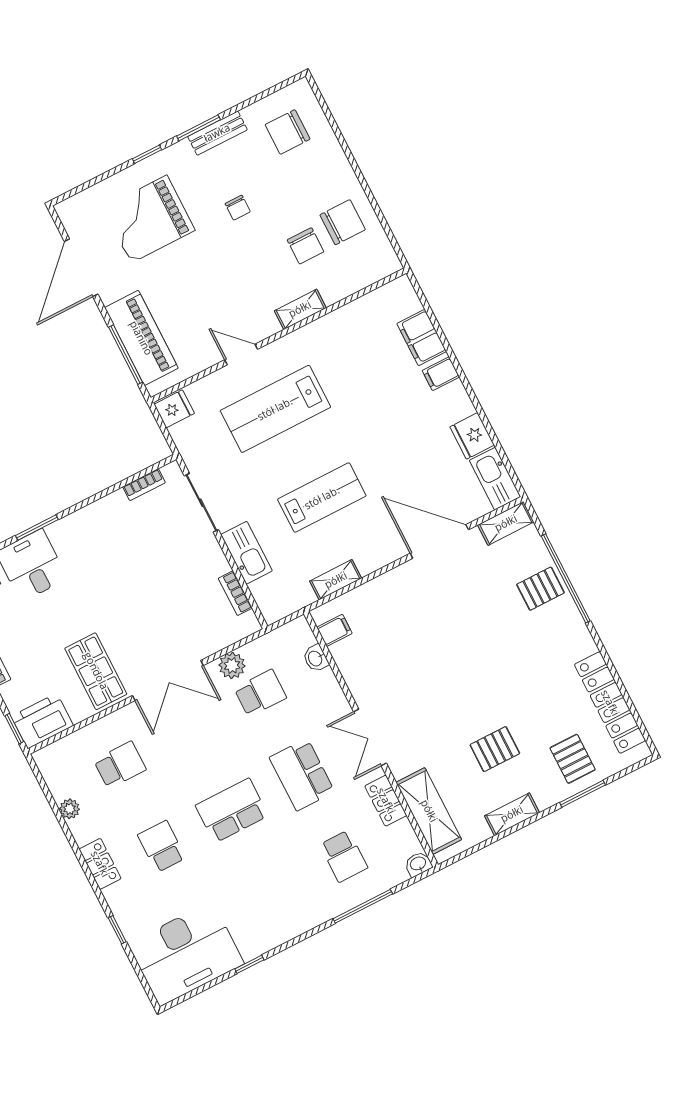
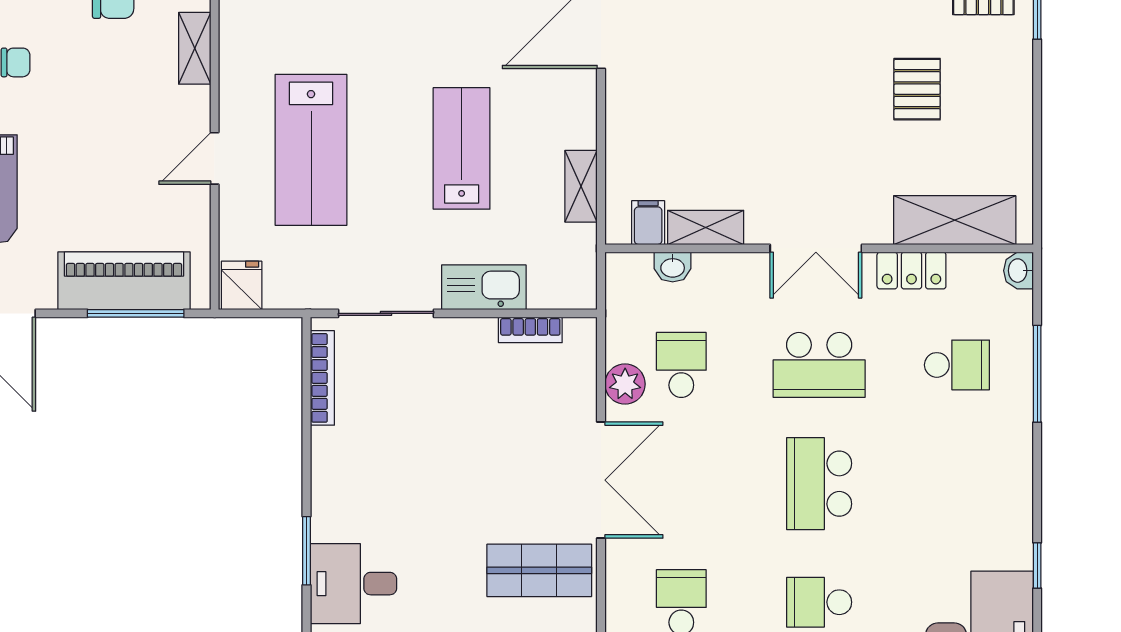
bookcase: (144, 485) -> (322, 378), width x1.56
shelving: (512, 814) -> (706, 227), moved, turned 90

